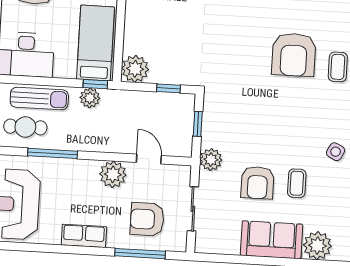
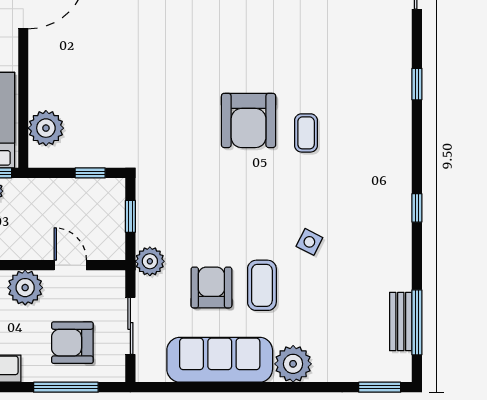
plant: (135, 69) -> (46, 128), moved
armchair: (257, 183) -> (211, 287), turned 180
coffee table: (297, 183) -> (262, 285), width x1.36, depth x1.30
sofa: (272, 240) -> (220, 360), width x1.36

